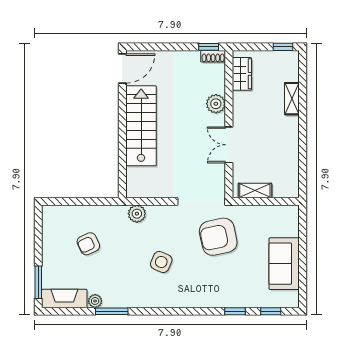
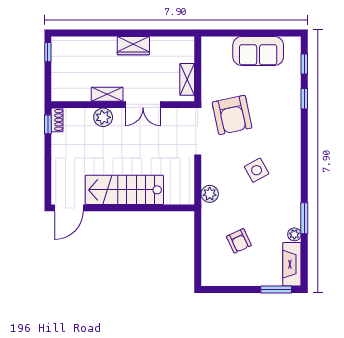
door: (122, 68) -> (69, 208), swing flipped
wardrobe: (242, 74) -> (133, 46), moved, turned 180
shelving: (292, 99) -> (107, 94), moved
side table: (161, 262) -> (257, 170), turned 37

